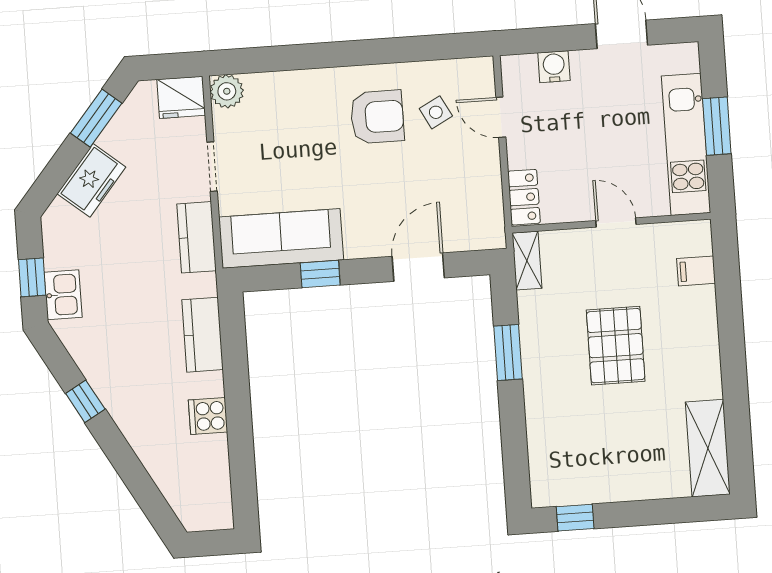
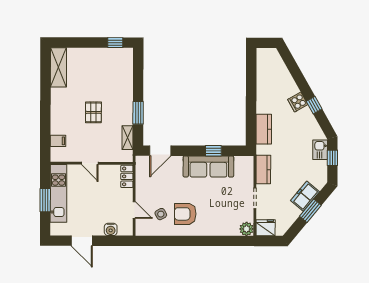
window: (96, 118) -> (310, 211), moved
sofa: (281, 238) -> (208, 167), moved
shelving: (527, 261) -> (128, 138), moved
door: (418, 267) -> (160, 151), moved
pallet: (616, 346) -> (93, 112), width x0.67, depth x0.71
cooker: (208, 416) -> (298, 102), moved, turned 151

